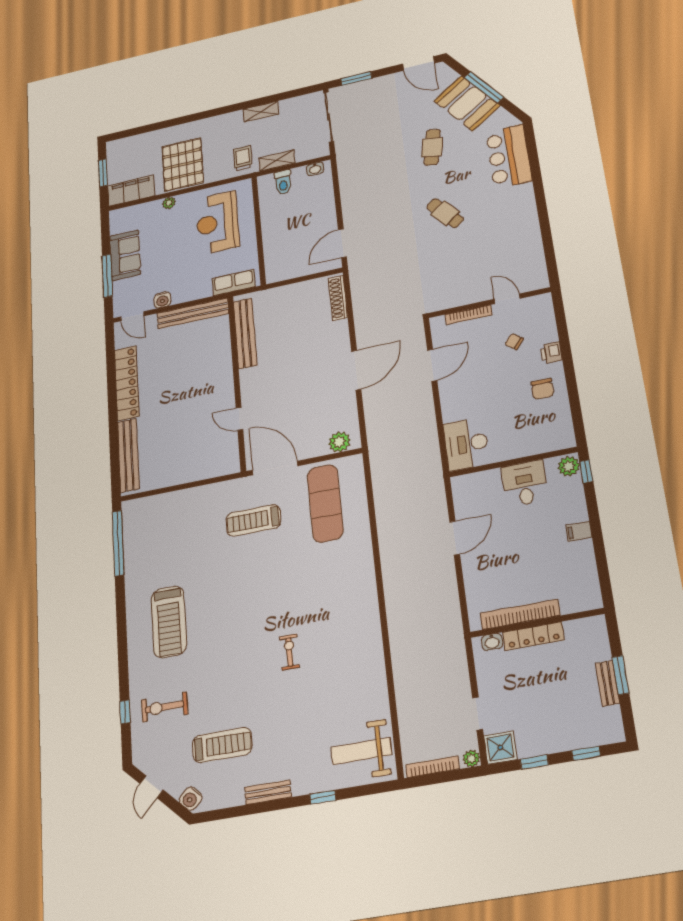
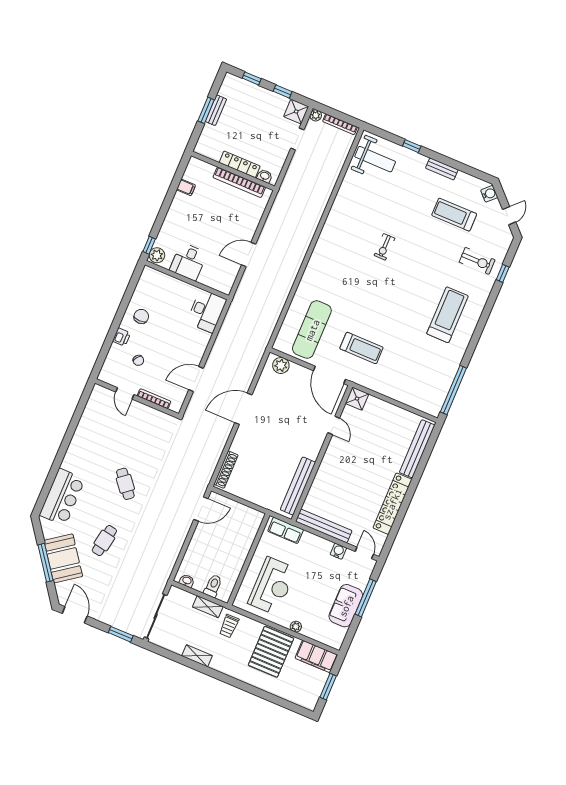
shower: (228, 463) -> (357, 399), added
filing cabinet: (579, 531) -> (186, 187), moved

